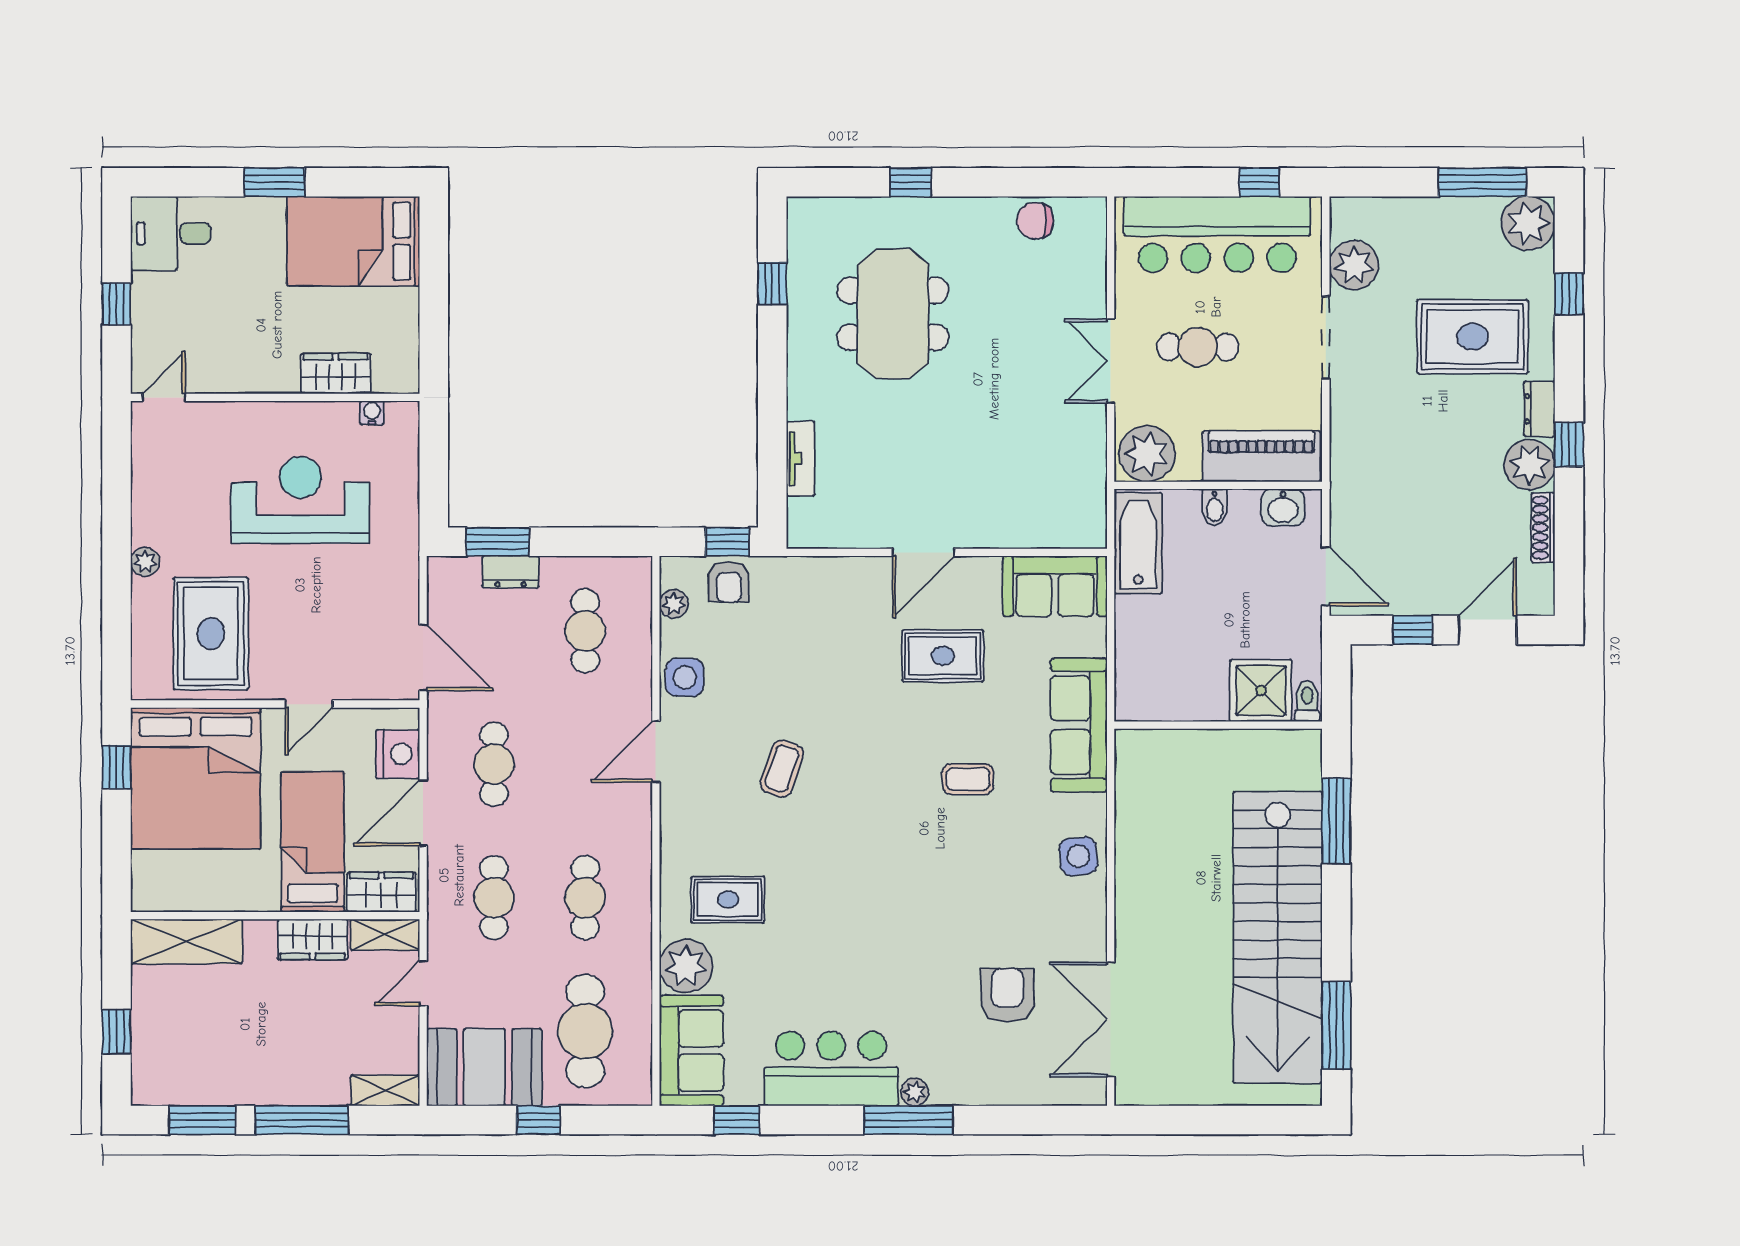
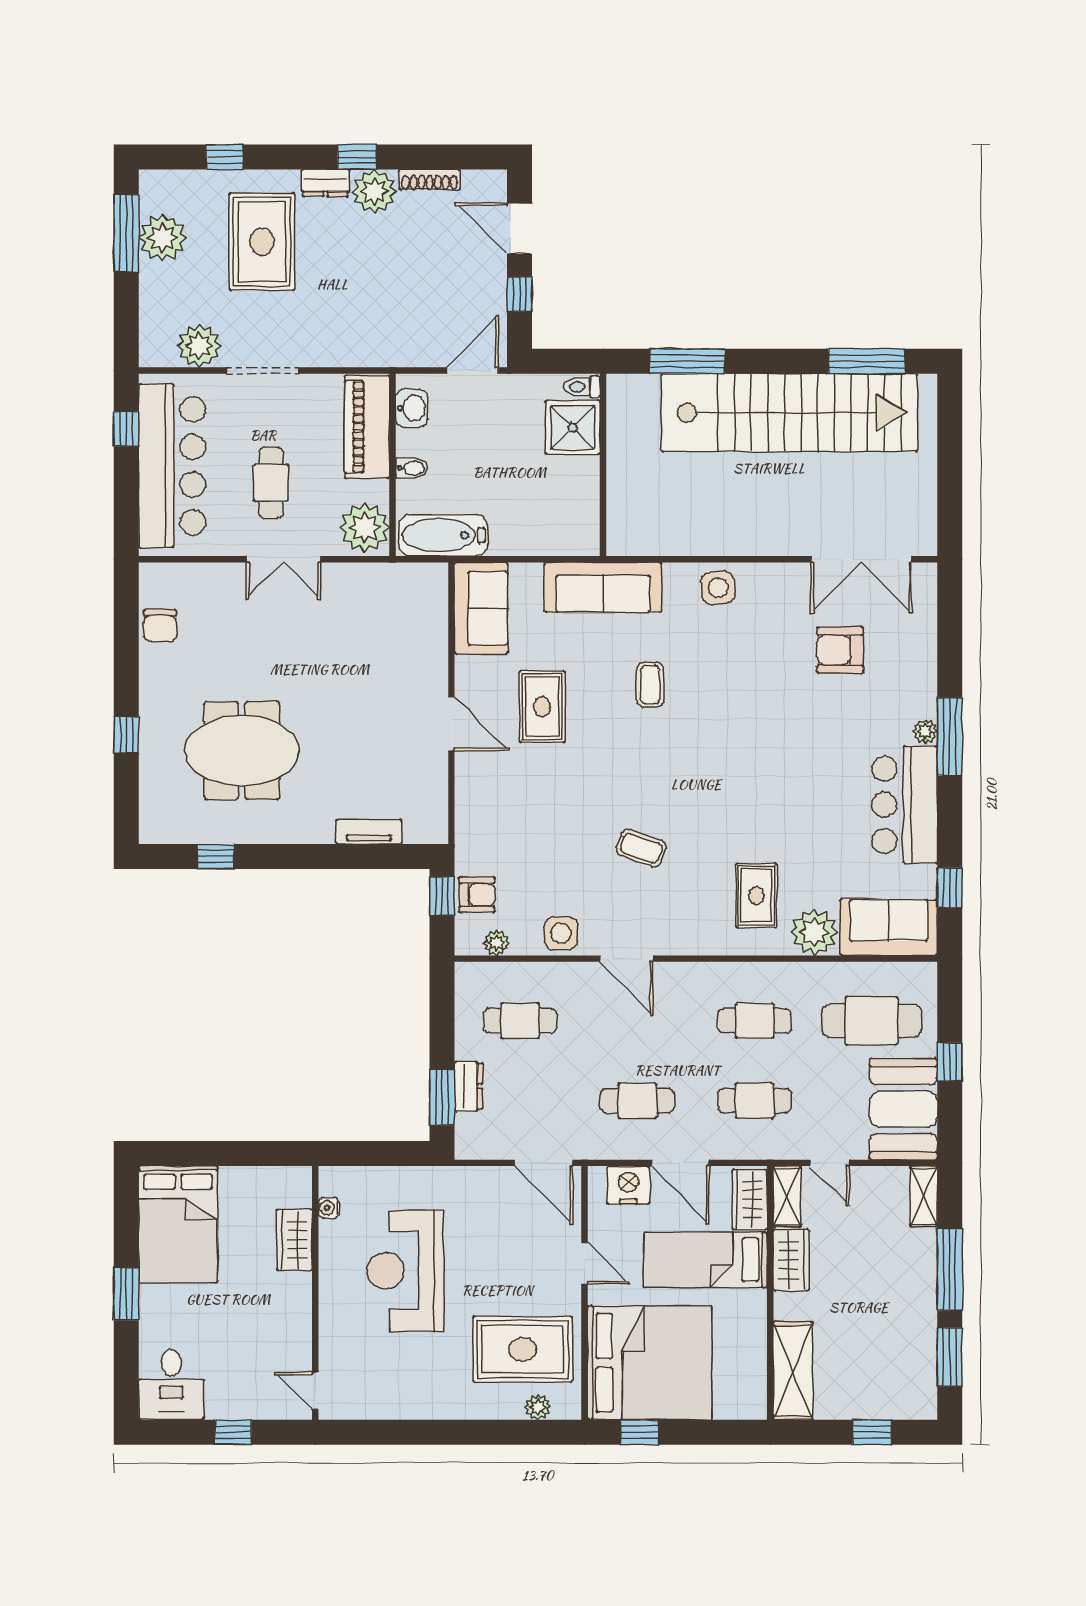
plant: (1528, 223) -> (162, 238), moved
plant: (145, 562) -> (538, 1407), moved
door: (423, 657) -> (544, 1163), swing flipped

